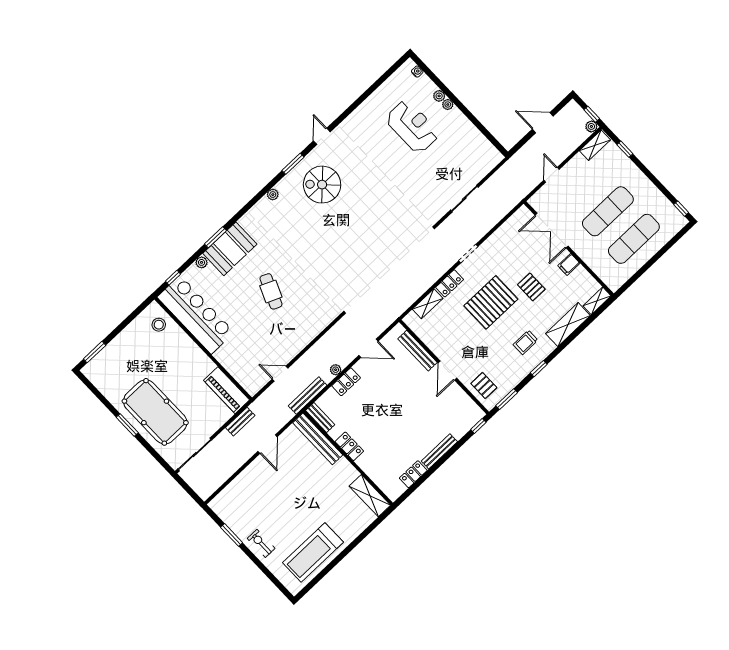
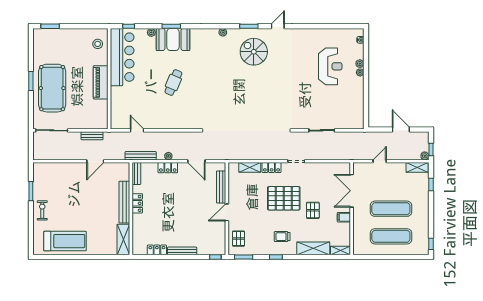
piano: (227, 390) -> (101, 82), moved
bench: (318, 439) -> (124, 202), moved
treadmill: (313, 552) -> (65, 241), turned 180

